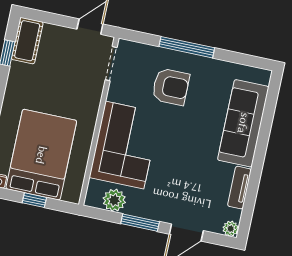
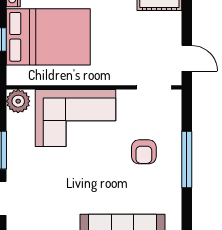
armchair: (171, 87) -> (144, 152), width x0.72, depth x0.72
plant: (114, 200) -> (18, 101), moved

